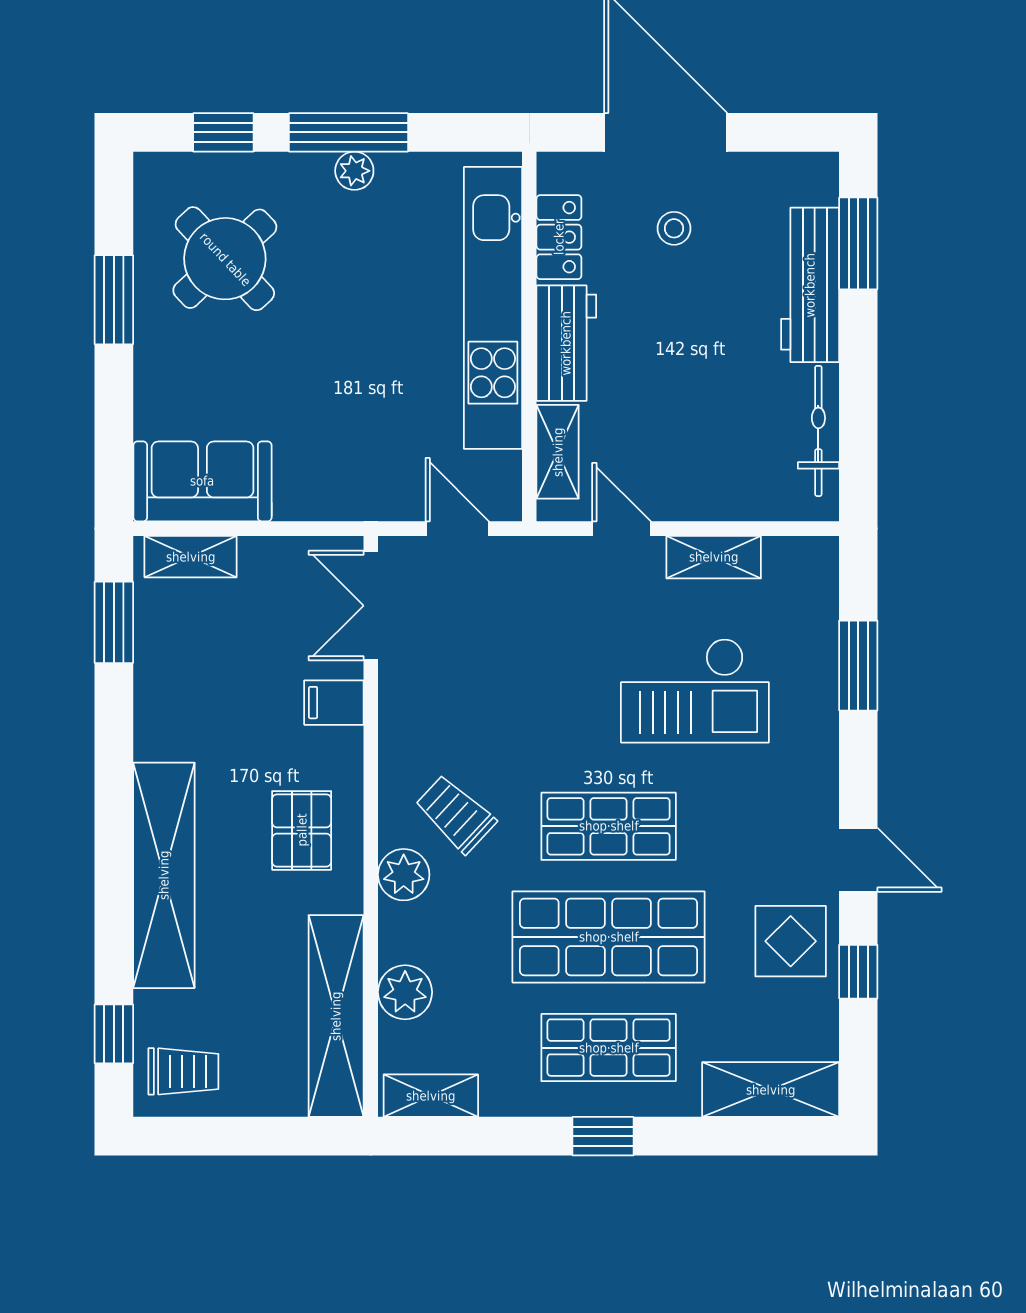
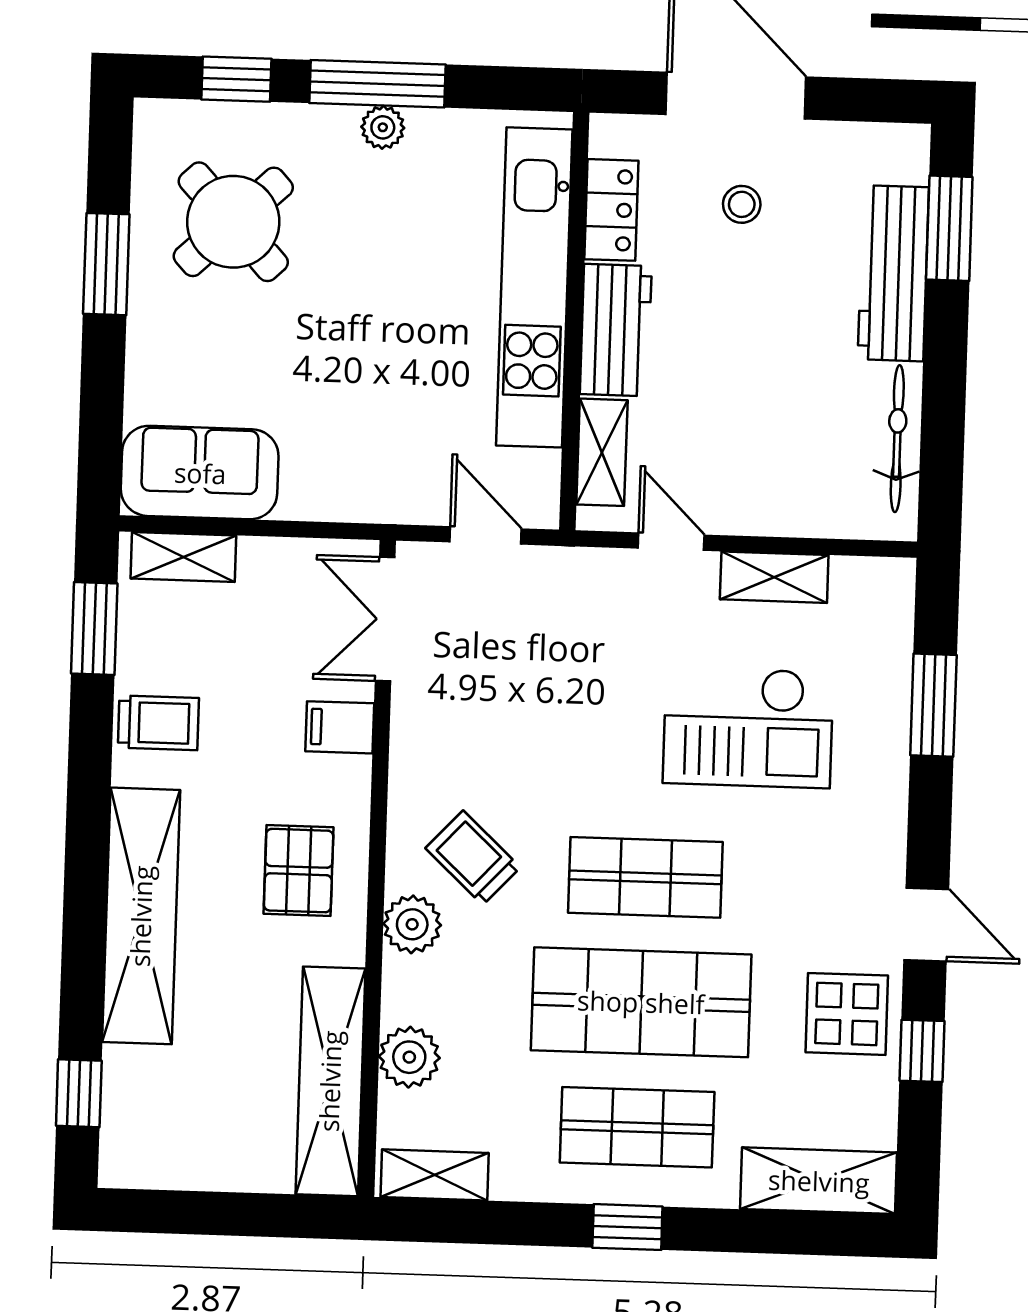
trolley: (183, 1071) -> (158, 723), moved

